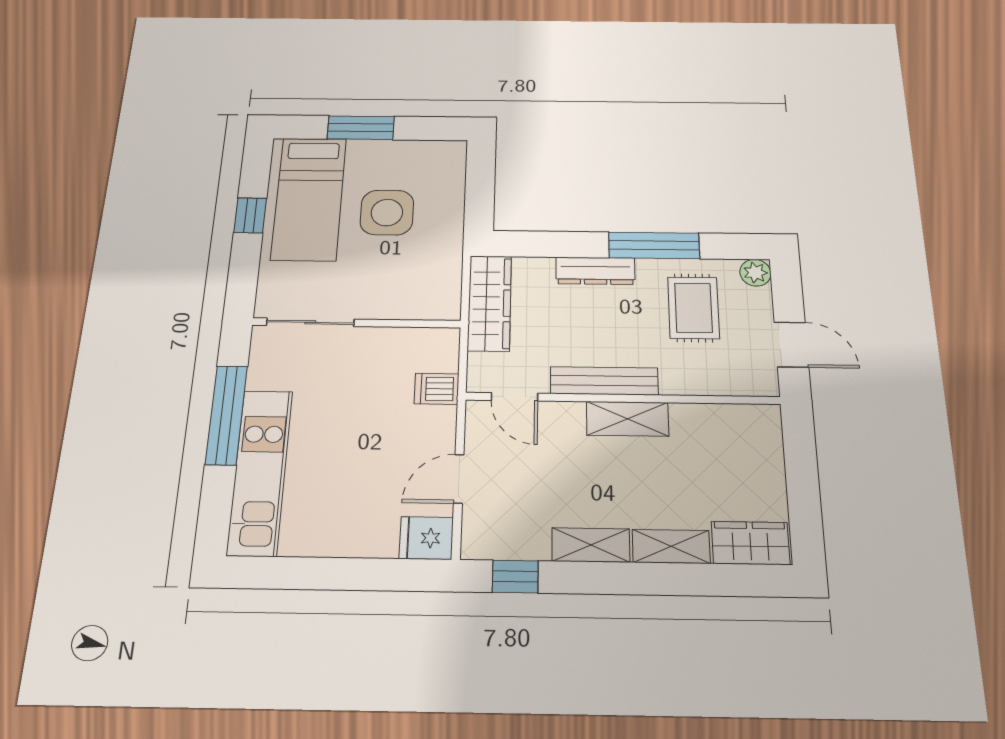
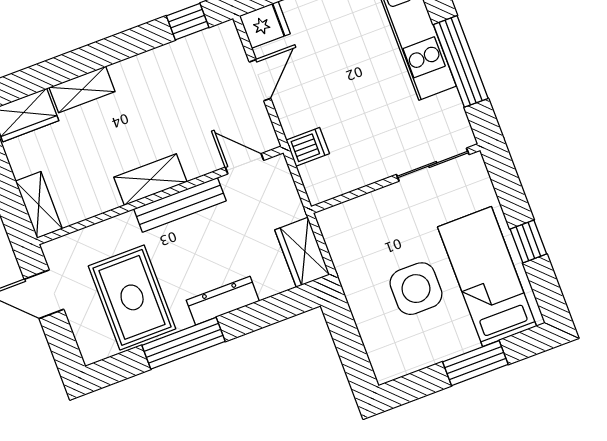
plant: (755, 273) -> (93, 350), removed
wardrobe: (490, 303) -> (302, 252), width x0.67
rug: (694, 308) -> (132, 297), width x1.36, depth x1.43
shelving: (591, 545) -> (39, 205), moved, turned 90

